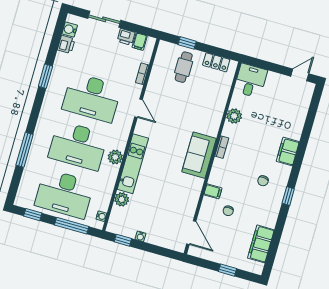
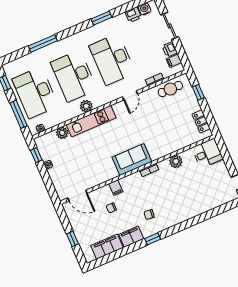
cafe table: (184, 67) -> (170, 89), moved
filing cabinet: (288, 152) -> (131, 237), moved
door: (191, 233) -> (77, 196), hinge flipped

